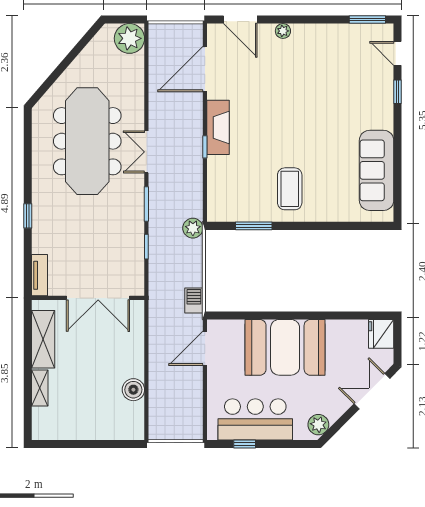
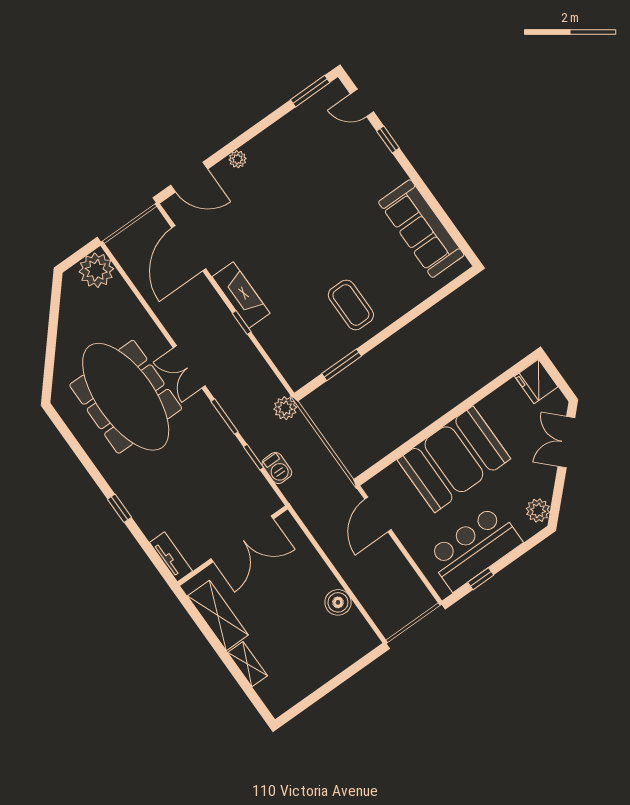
barbecue: (194, 300) -> (277, 468), moved, turned 180

